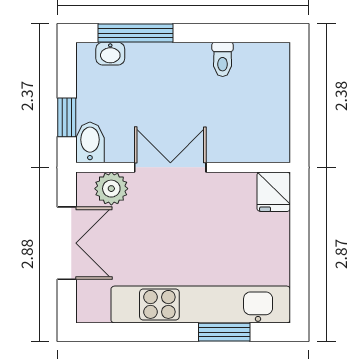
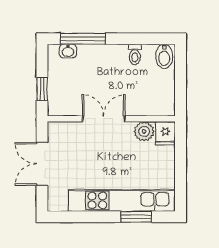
bidet: (90, 142) -> (164, 56), moved, turned 180
plant: (111, 189) -> (144, 131), moved
double door: (67, 243) -> (42, 164), swing flipped

